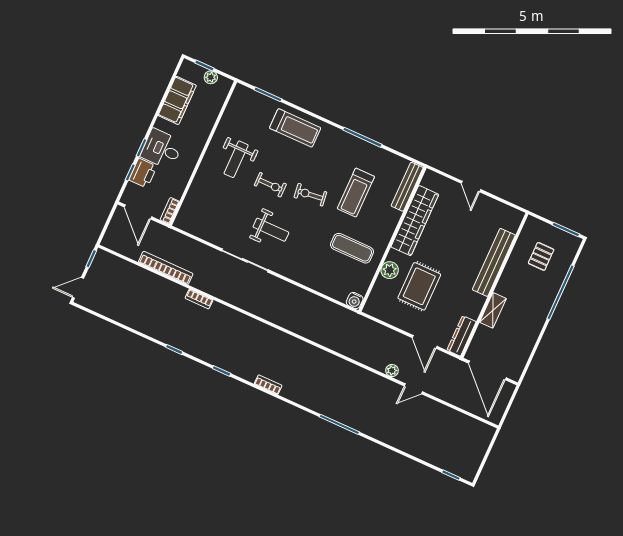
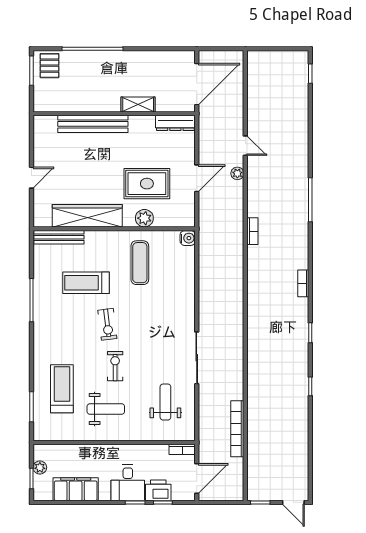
treadmill: (295, 128) -> (62, 389), moved
treadmill: (356, 193) -> (86, 283), turned 180
weight bench: (271, 230) -> (165, 402), moved
pallet: (541, 256) -> (49, 66), moved, turned 90
bookcase: (199, 299) -> (252, 231), moved
door: (425, 342) -> (197, 178), moved

